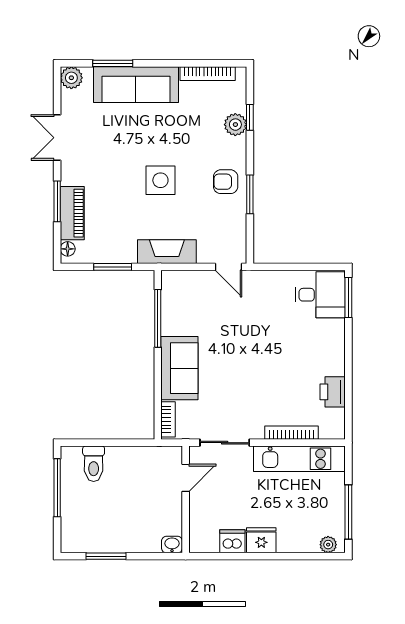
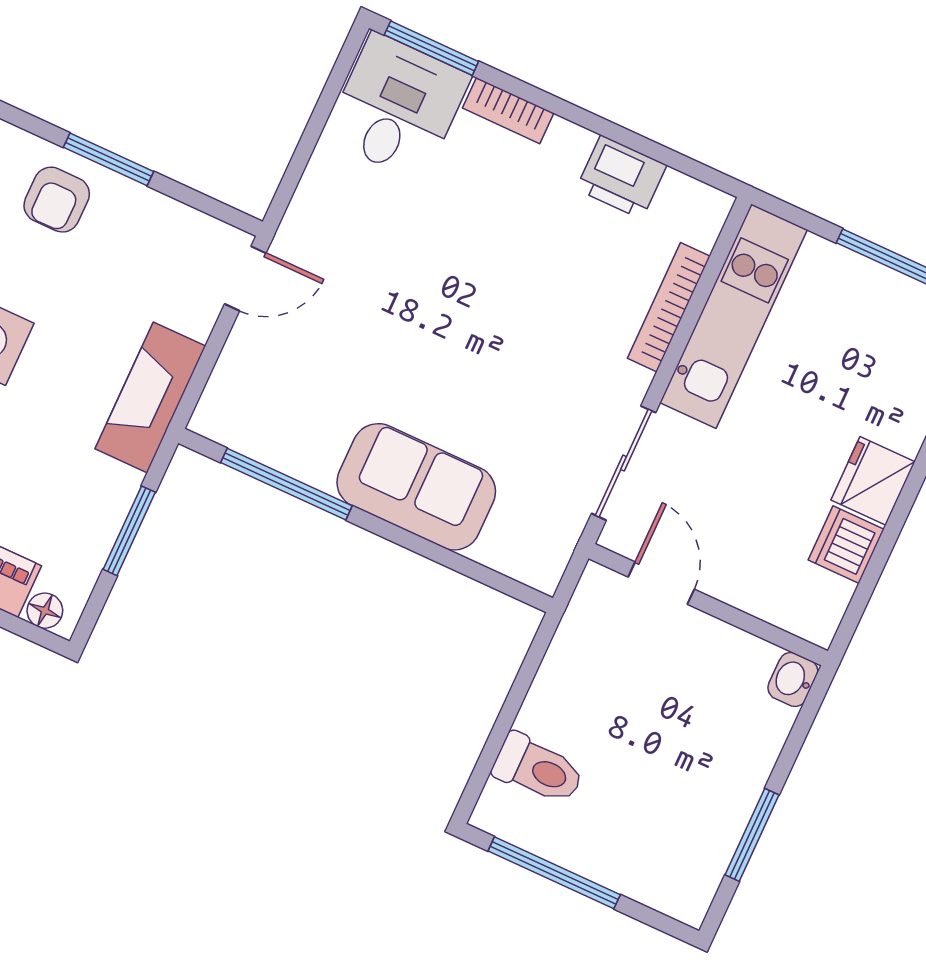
bookcase: (168, 419) -> (508, 111), moved, turned 180

